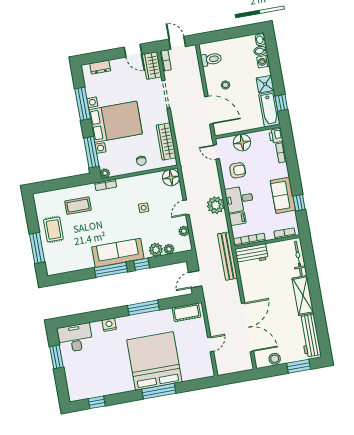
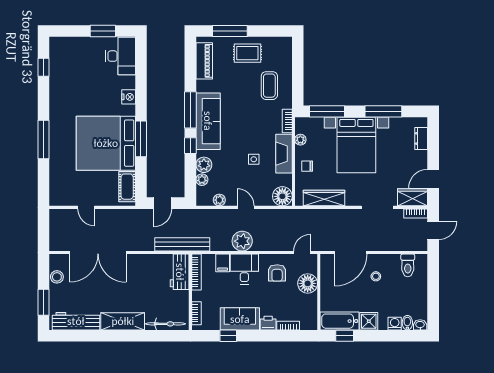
printer: (276, 136) -> (268, 323), moved
plant: (105, 173) -> (300, 140), moved
fireplace: (134, 183) -> (284, 154), added
piano: (67, 265) -> (204, 61), added
door: (195, 279) -> (163, 203), swing flipped
bed: (154, 361) -> (106, 143), moved, turned 180

